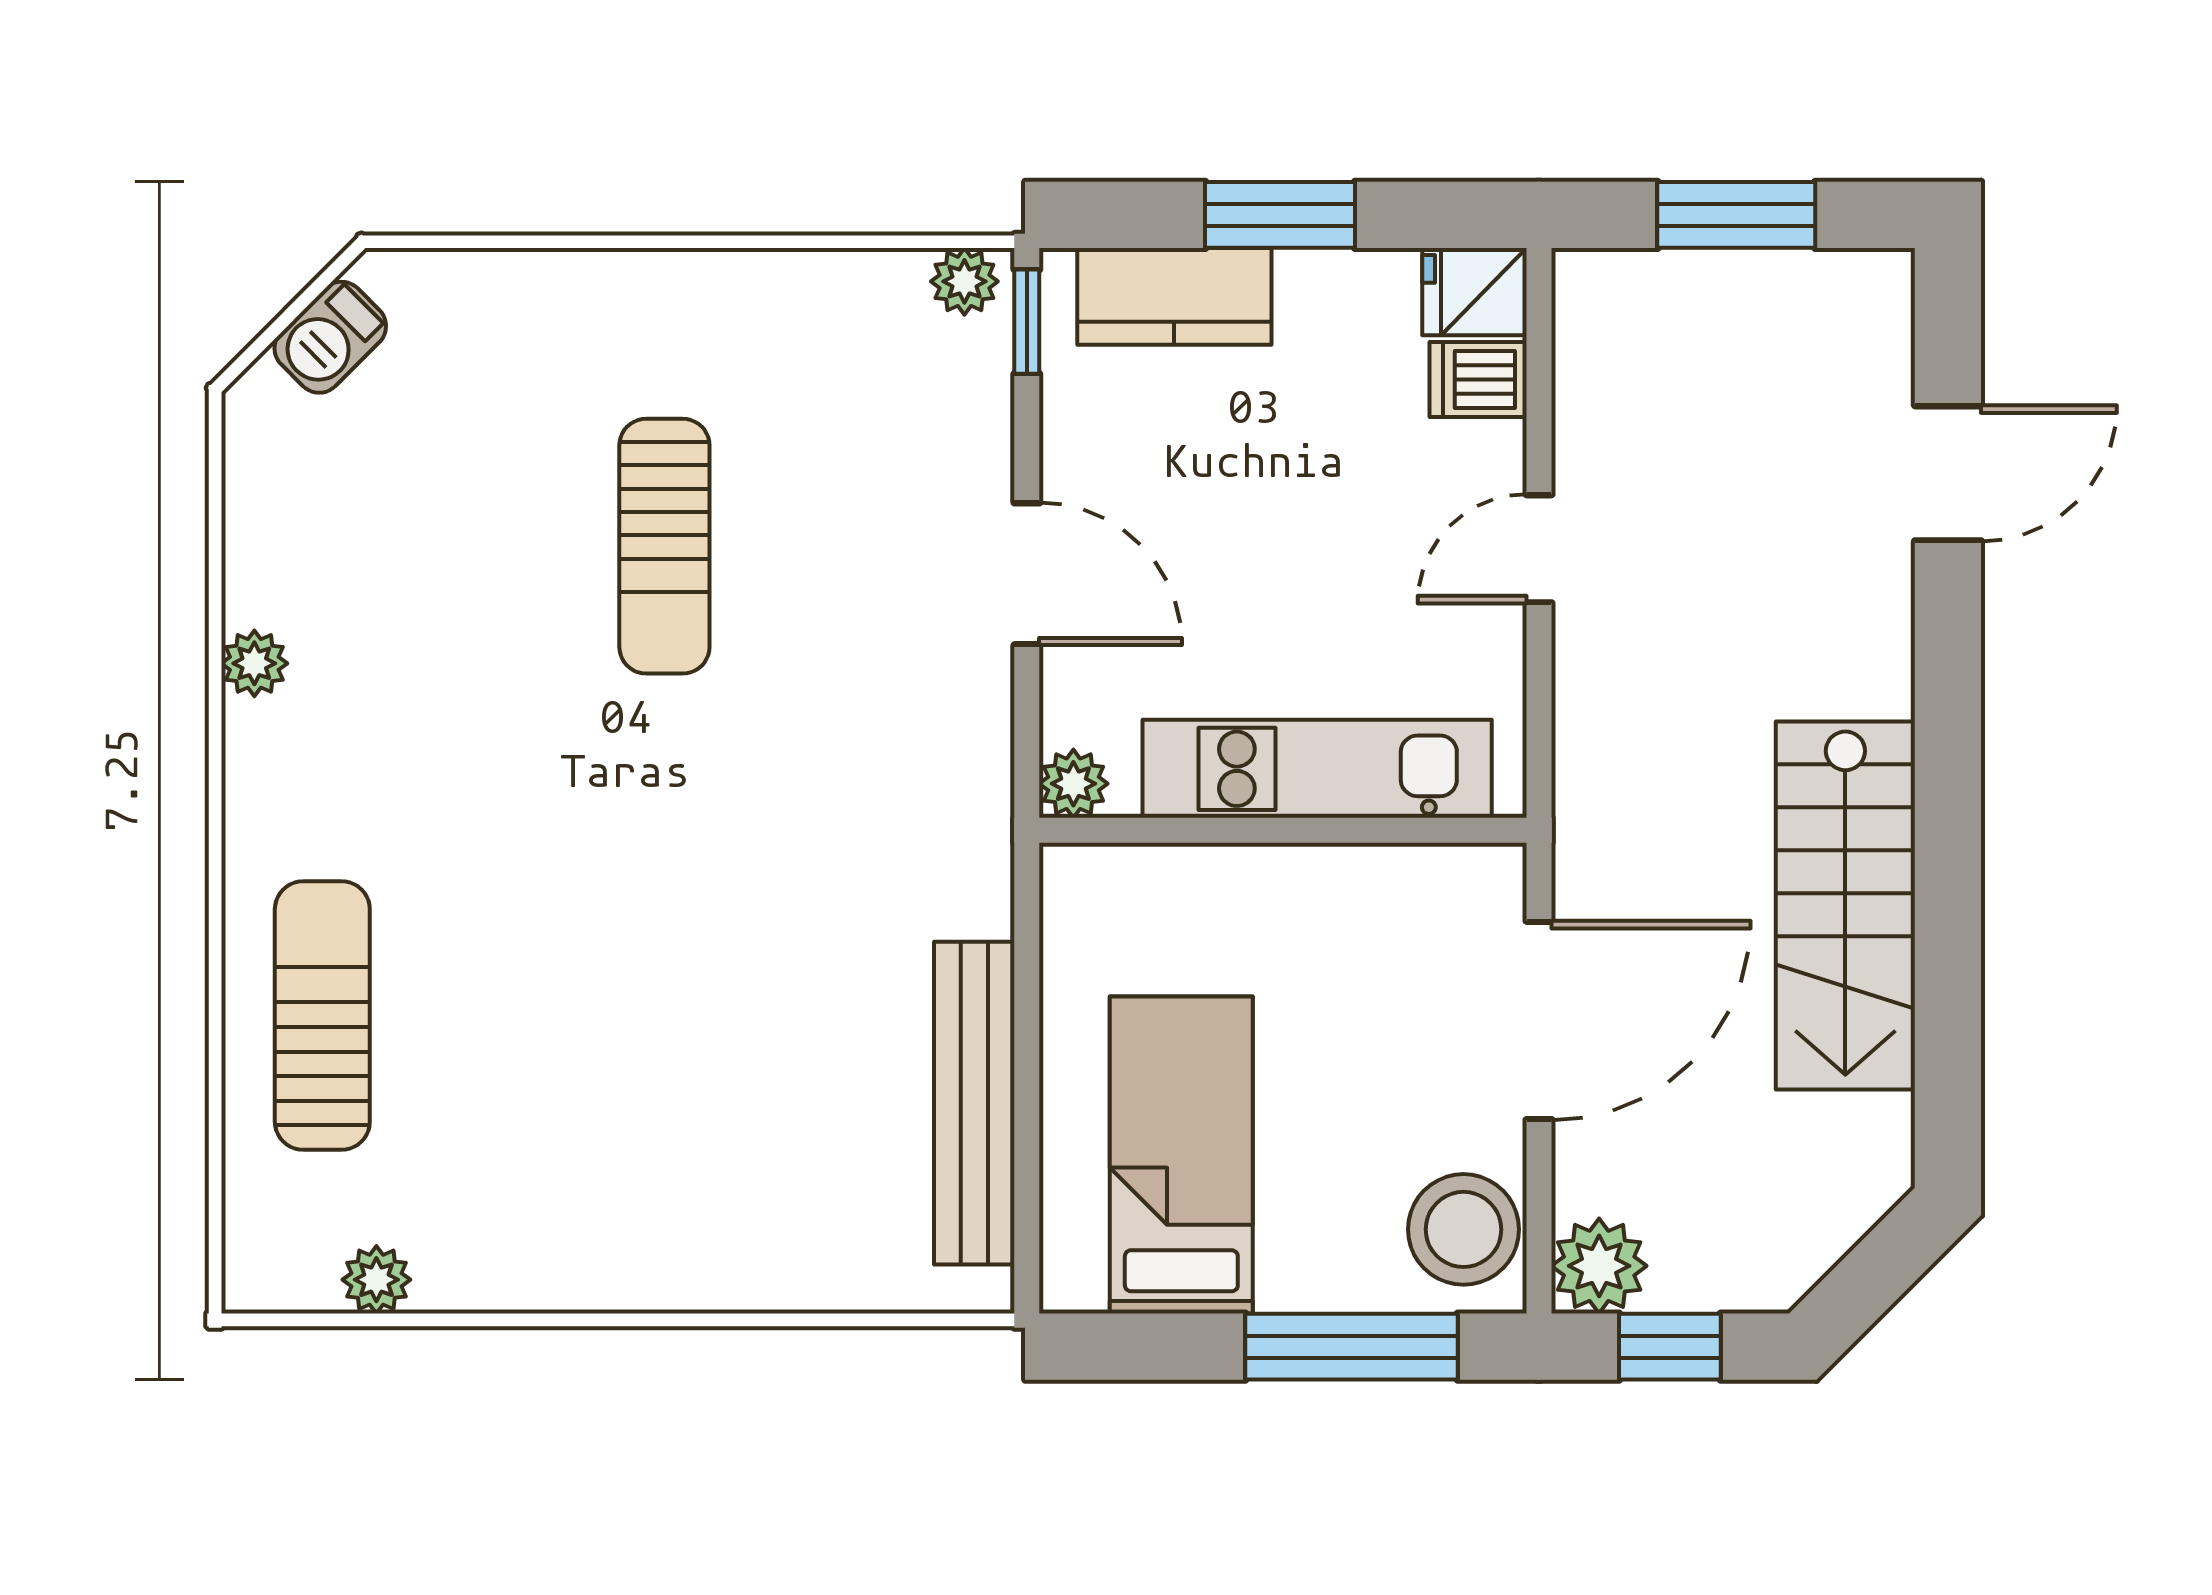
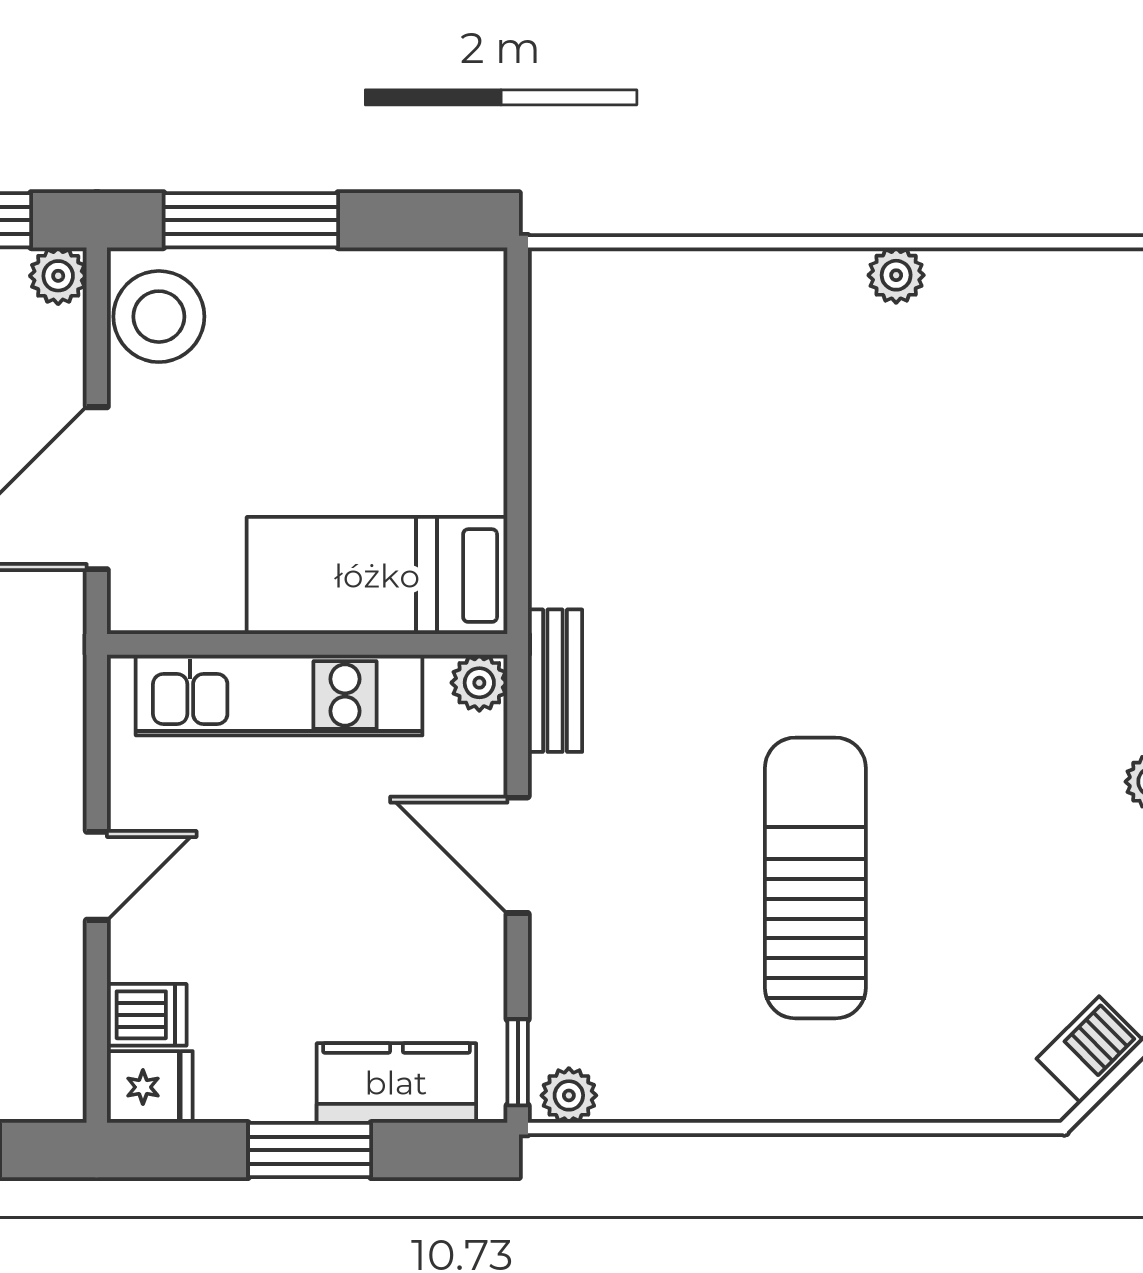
sun lounger: (664, 546) -> (815, 878), width x1.36, depth x1.34
sun lounger: (322, 1015) -> (1096, 492), removed
bench: (974, 1103) -> (555, 681), moved, width x0.54, depth x0.82
bed: (1181, 1155) -> (377, 576), moved, turned 90
plant: (1599, 1266) -> (58, 276), width x0.73, depth x0.73
plant: (376, 1280) -> (896, 275), moved

